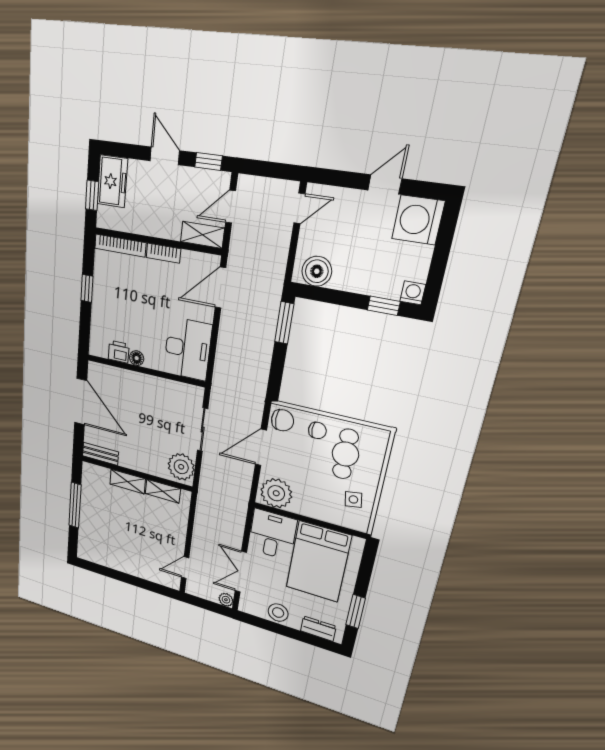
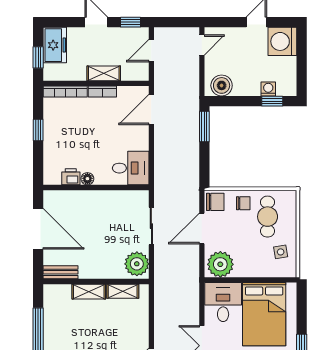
shelving: (202, 235) -> (104, 73), moved
washing machine: (413, 293) -> (268, 89), moved
desk: (188, 349) -> (131, 168), width x0.73

